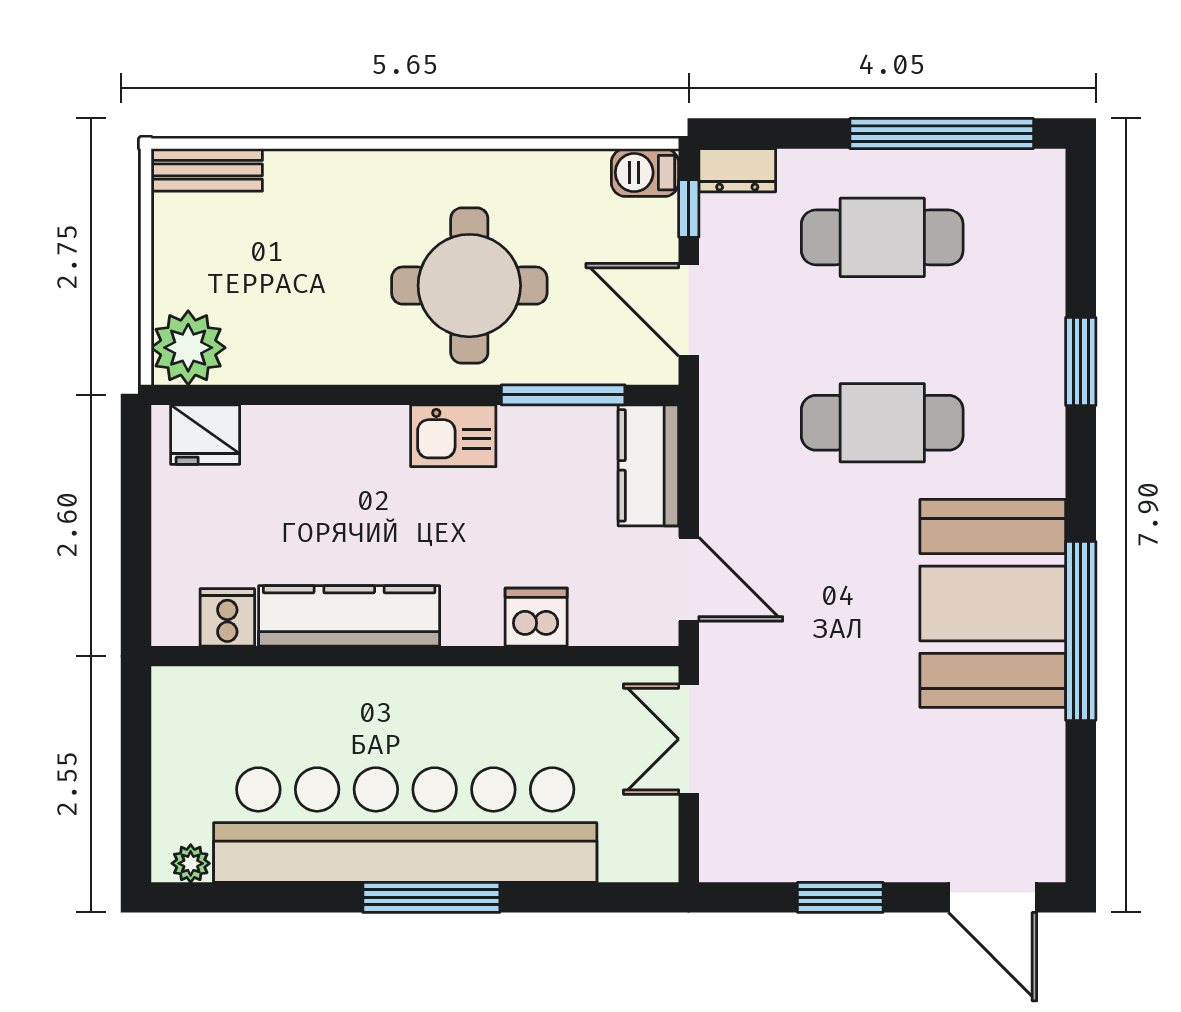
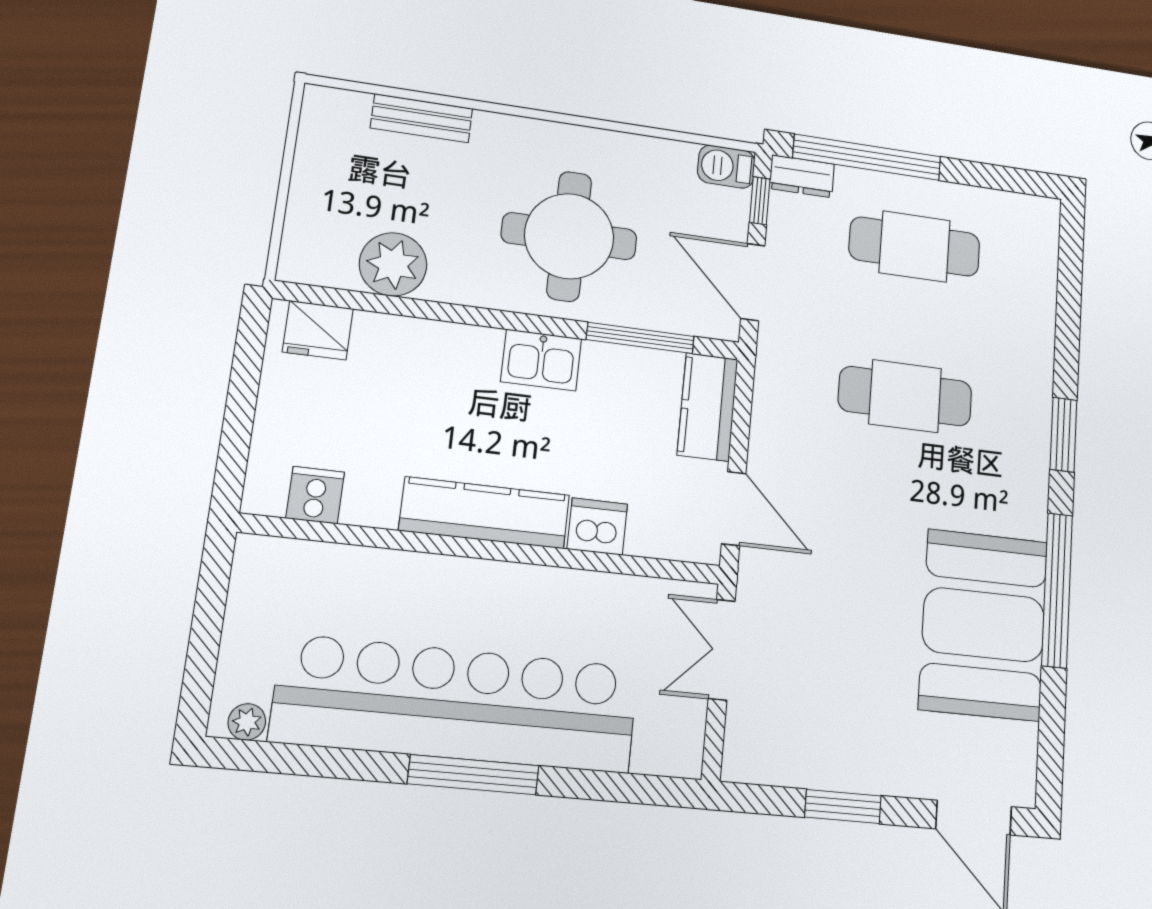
window: (942, 134) -> (867, 157), moved
bench: (207, 170) -> (422, 118), moved
plant: (188, 348) -> (393, 264), moved
window: (1081, 362) -> (1063, 435), moved
booth: (993, 603) -> (984, 625), moved
kitchen counter: (349, 616) -> (485, 513), moved

